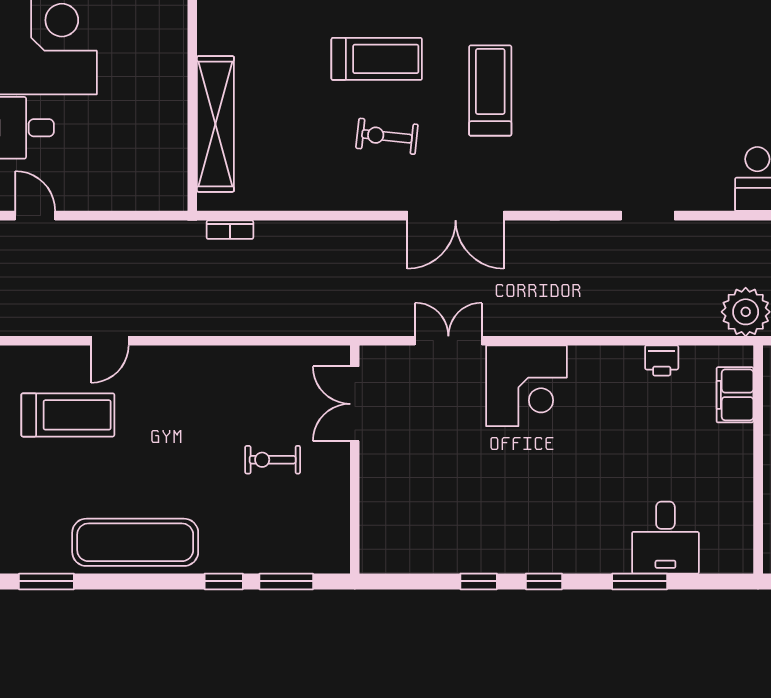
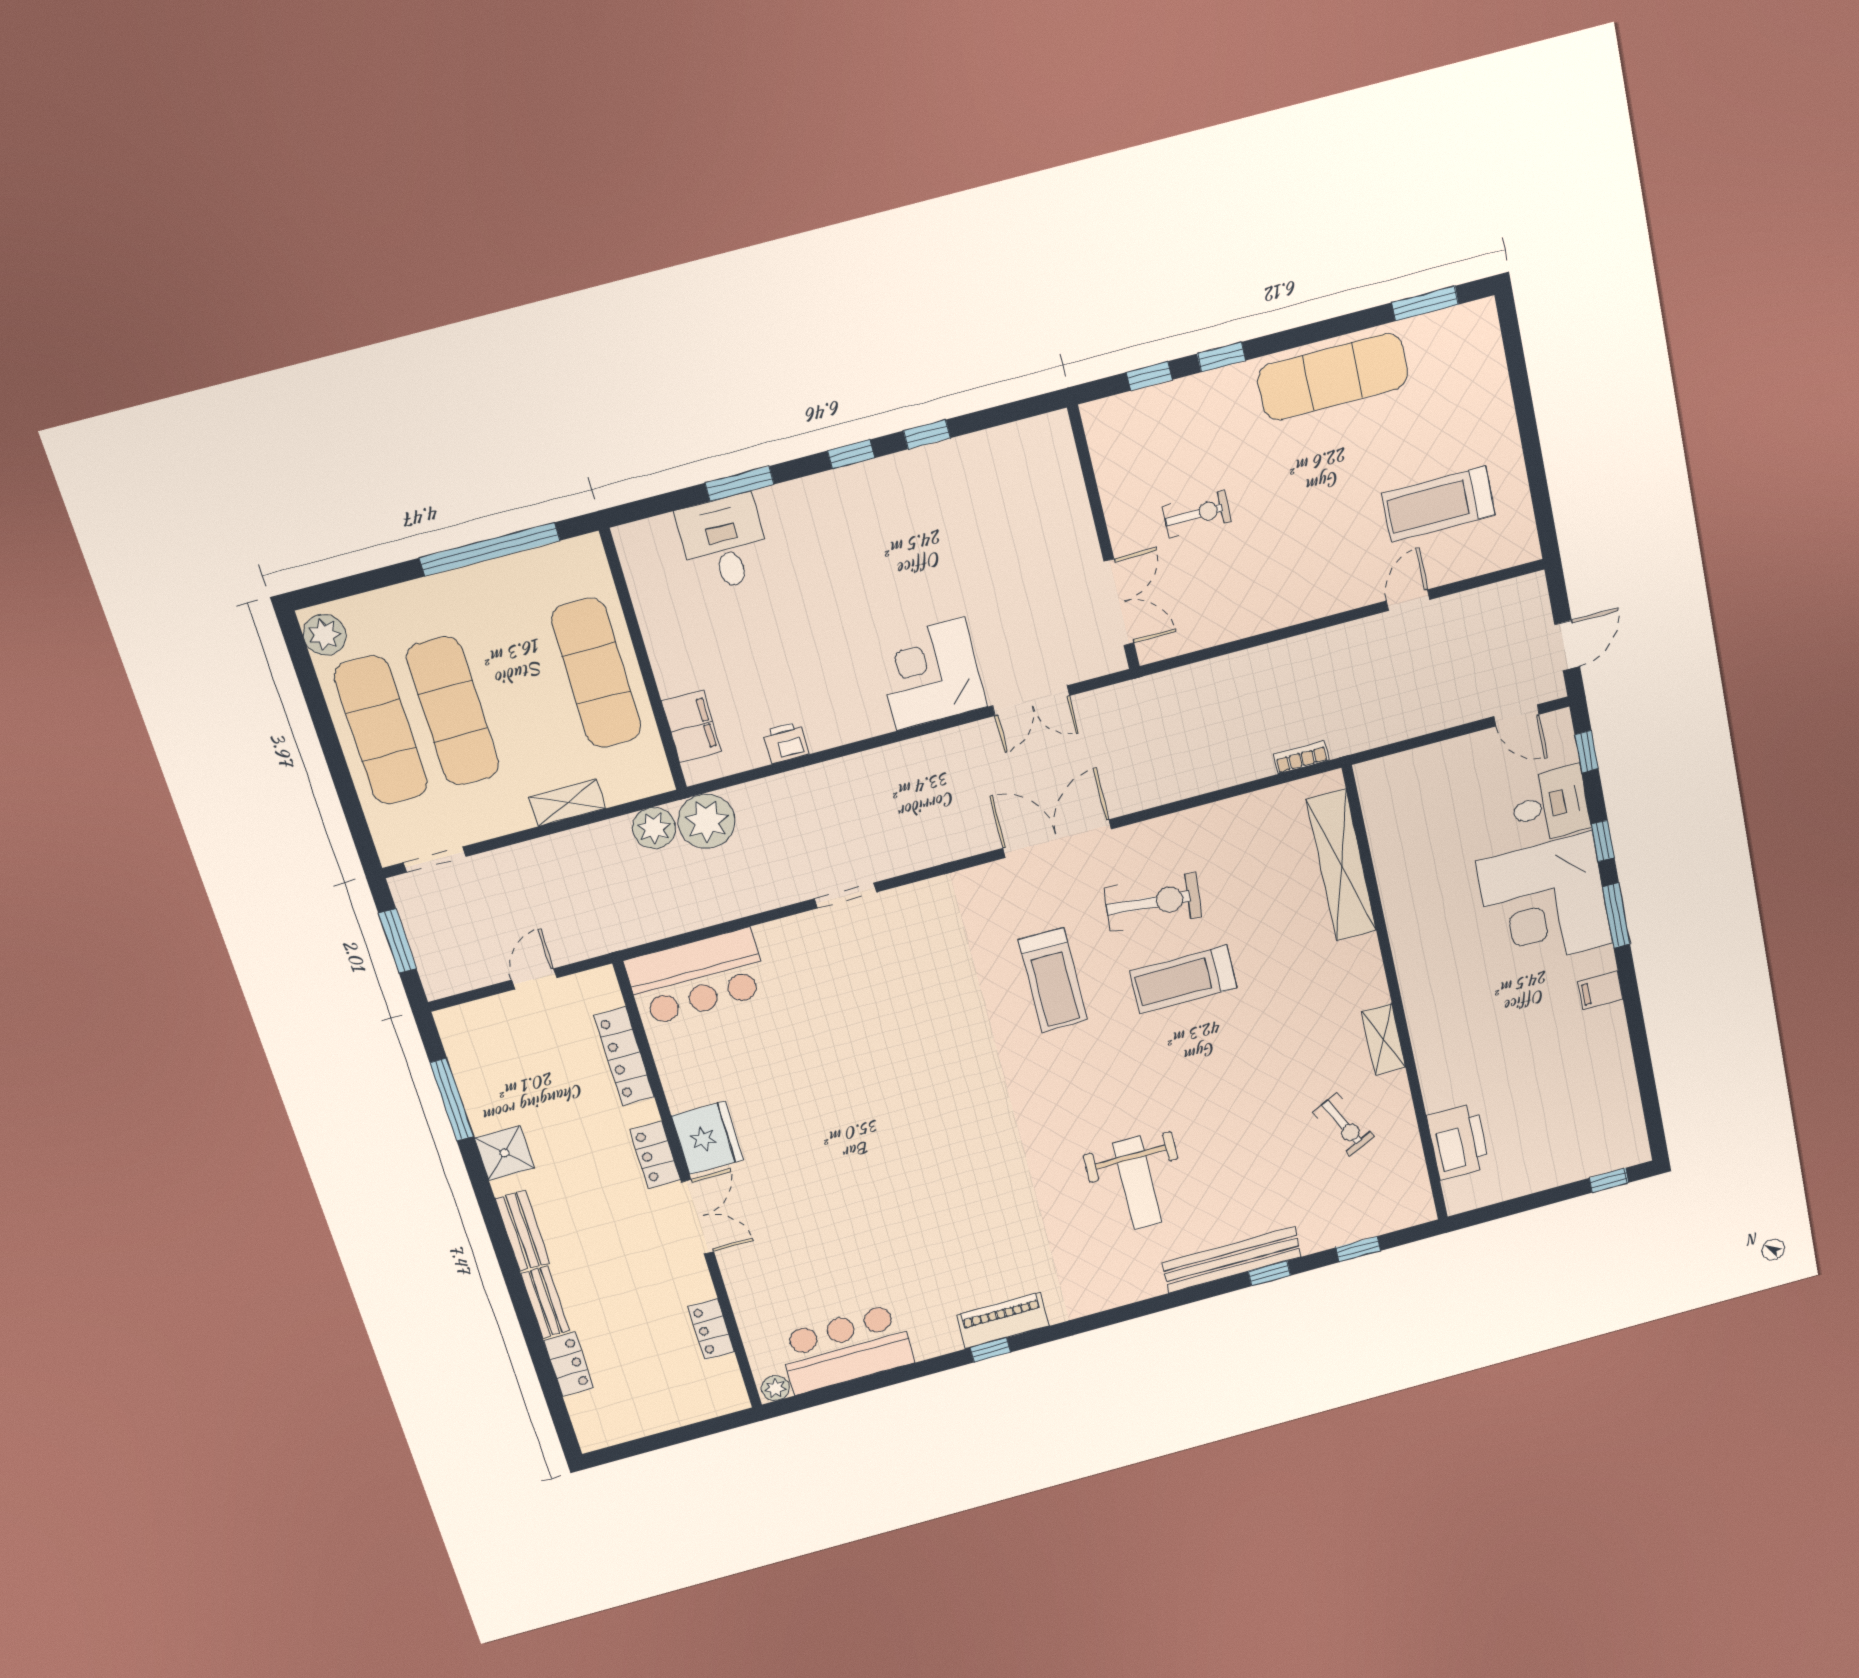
exercise bike: (387, 136) -> (1153, 902), width x1.38, depth x1.39
window: (286, 581) -> (1149, 376), width x0.67

